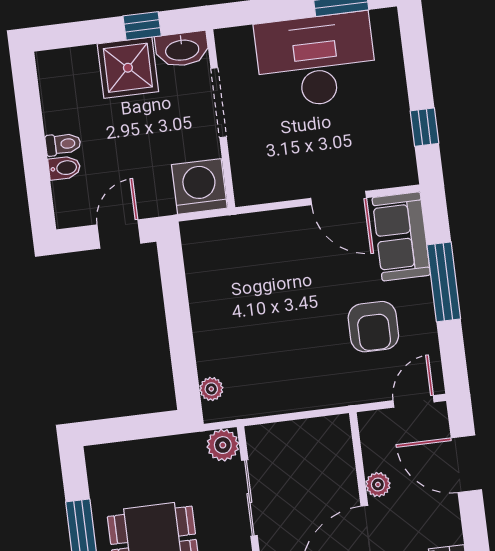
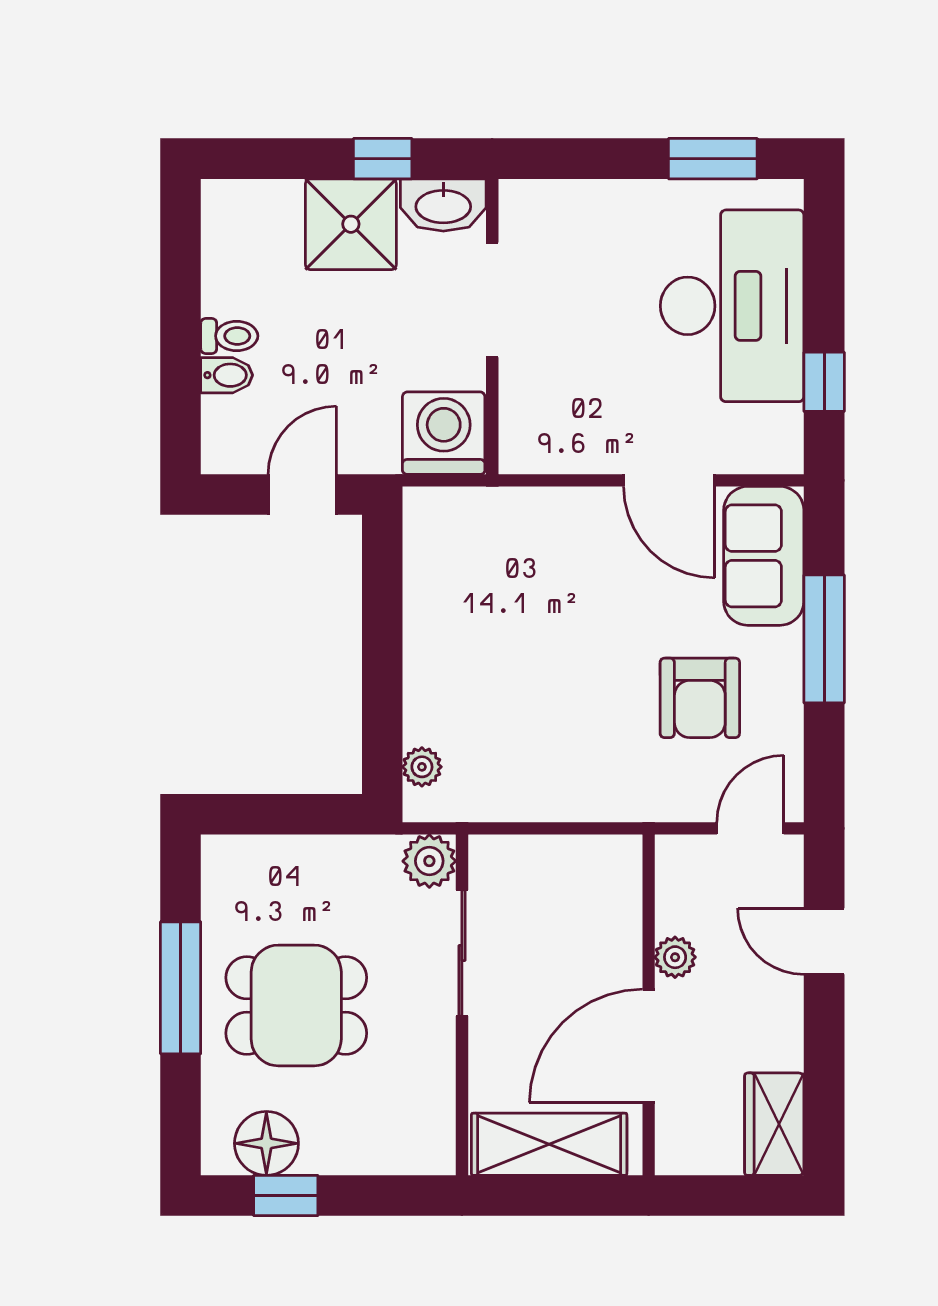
desk: (316, 60) -> (732, 306), moved, turned 90
door: (466, 464) -> (824, 941), width x0.73

